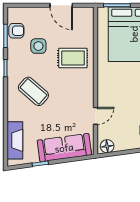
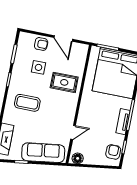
armchair: (16, 31) -> (41, 44), moved
coffee table: (33, 91) -> (27, 103), turned -41

